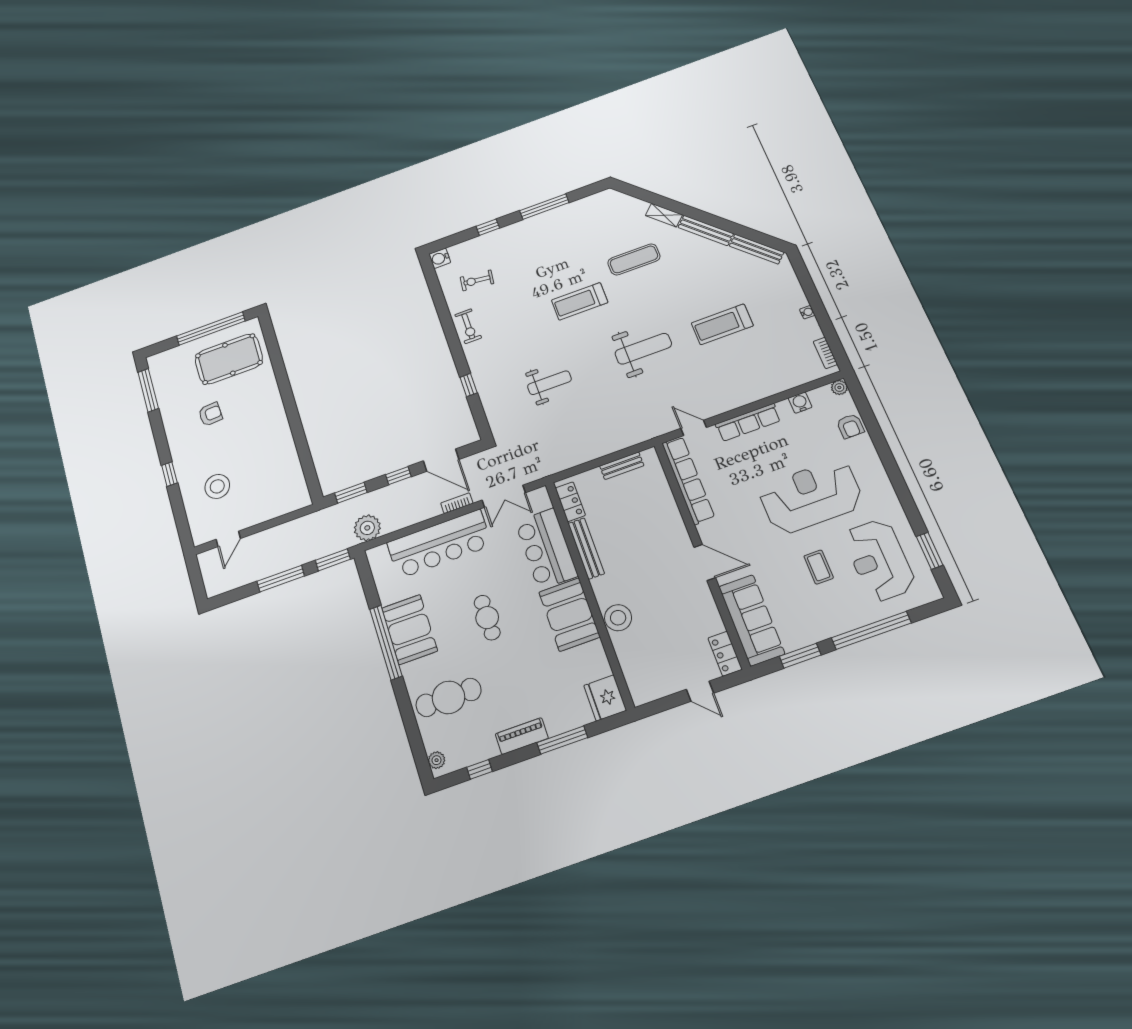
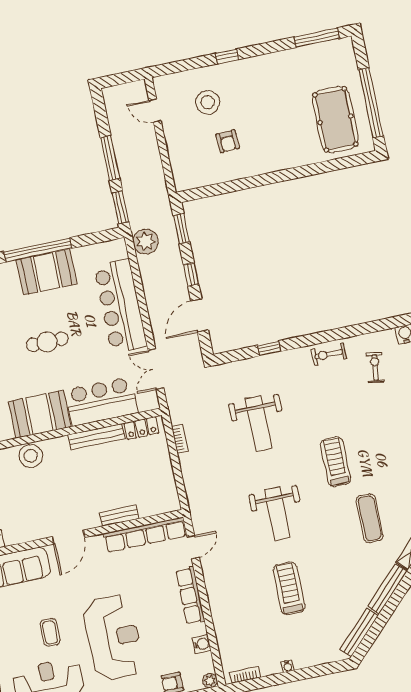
weight bench: (549, 383) -> (259, 424), width x1.36, depth x1.33
armchair: (210, 414) -> (228, 141), moved
bench: (622, 466) -> (119, 516), moved, turned 90
bookcase: (457, 503) -> (180, 439), moved
coffee table: (819, 567) -> (50, 632), turned 90

